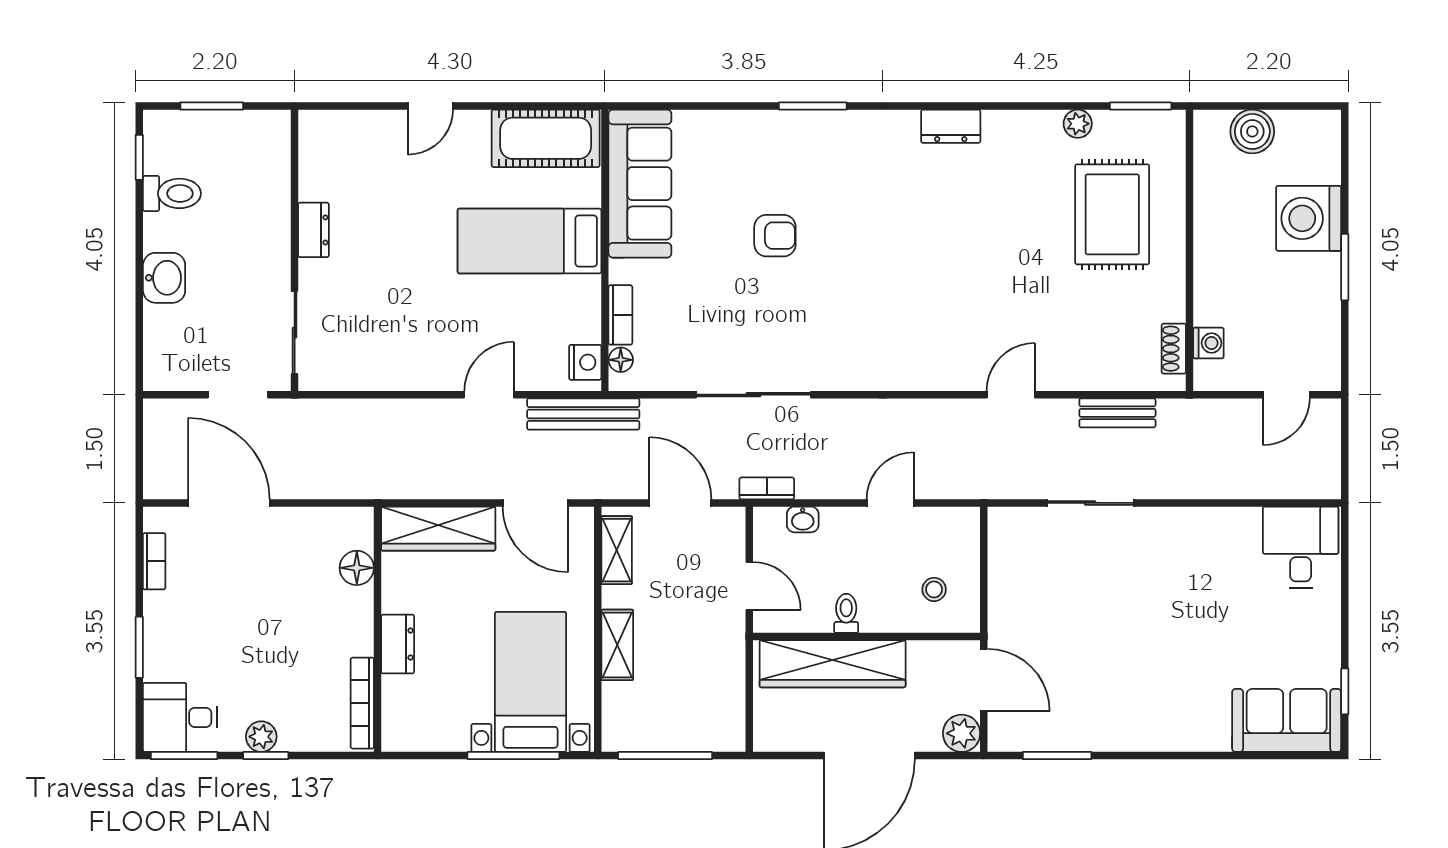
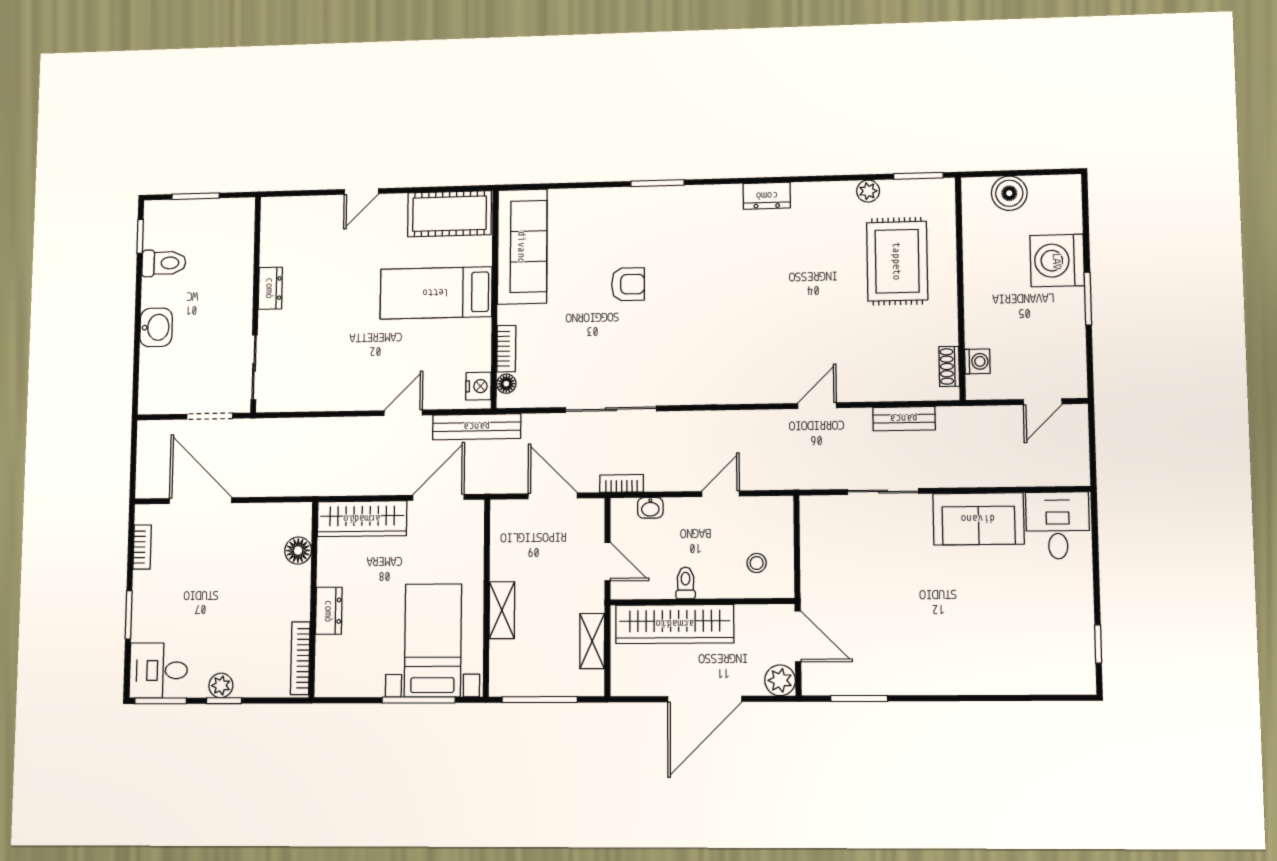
door: (535, 503) -> (438, 497), swing flipped
shelving: (617, 550) -> (592, 641), moved
sofa: (1287, 720) -> (978, 519), moved, turned 180

